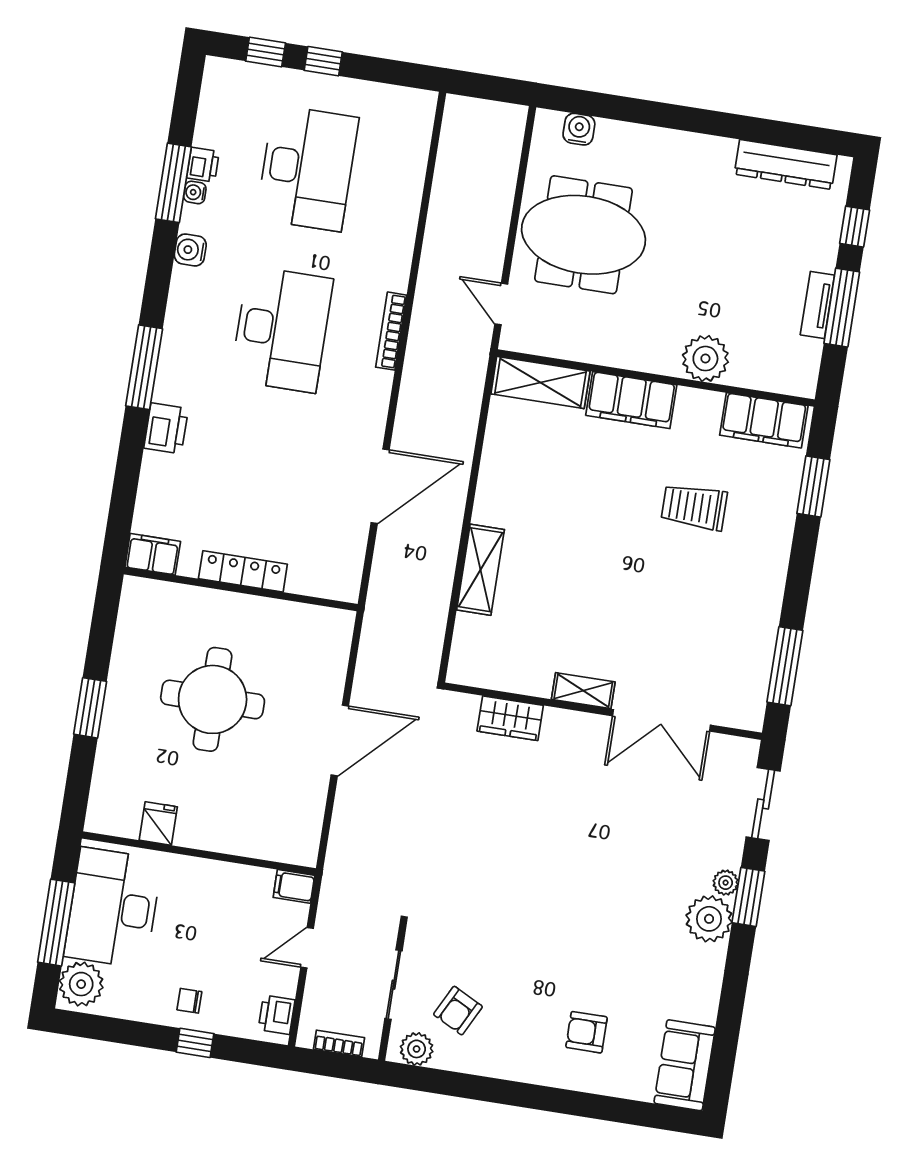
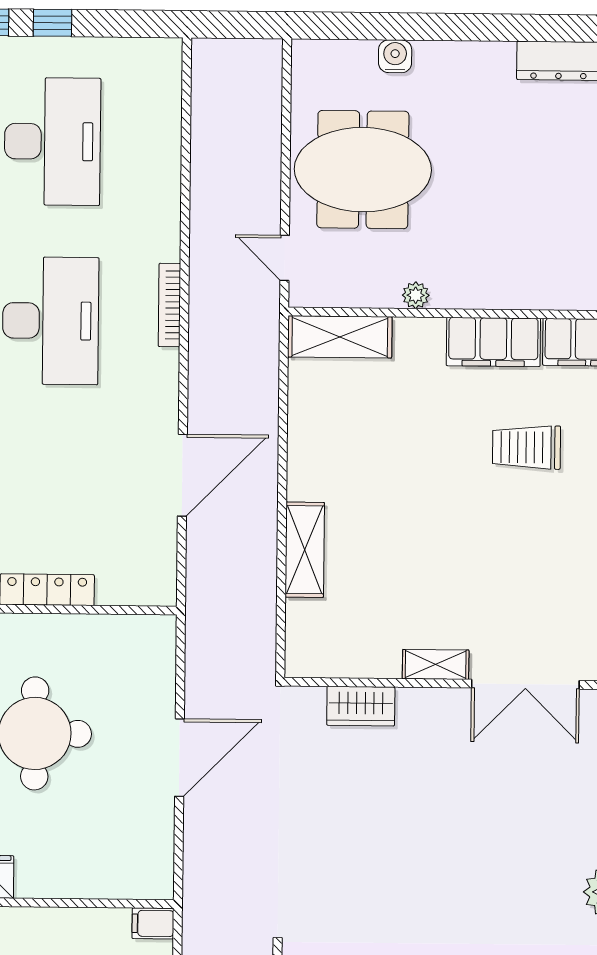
water cooler: (579, 129) -> (395, 56), moved
plant: (705, 359) -> (416, 295), moved, width x0.53, depth x0.53
filing cabinet: (631, 400) -> (493, 342), moved

